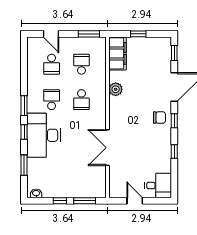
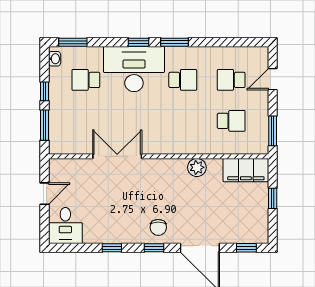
school desk: (81, 100) -> (86, 80), moved
window: (24, 165) -> (73, 42), moved

